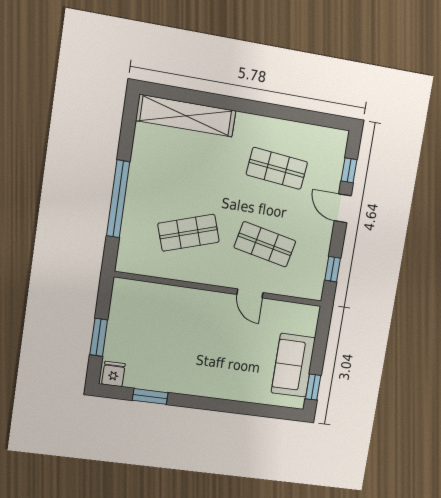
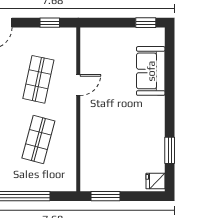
shop shelf: (189, 233) -> (38, 140), turned 33
window: (99, 337) -> (105, 196), moved
sofa: (293, 365) -> (151, 71), moved, turned 90

